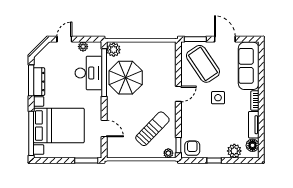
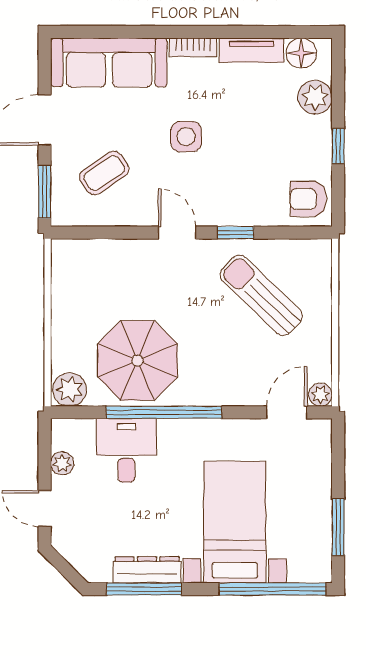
coffee table: (203, 64) -> (104, 173), width x0.54, depth x0.58
desk: (88, 73) -> (126, 450), width x0.73
window: (104, 73) -> (164, 412), moved
bed with nightstands: (59, 126) -> (235, 522), width x0.73
door: (104, 128) -> (287, 412), moved
window: (178, 145) -> (236, 233), moved
plant: (168, 153) -> (320, 395), moved
window: (86, 160) -> (338, 527), moved

